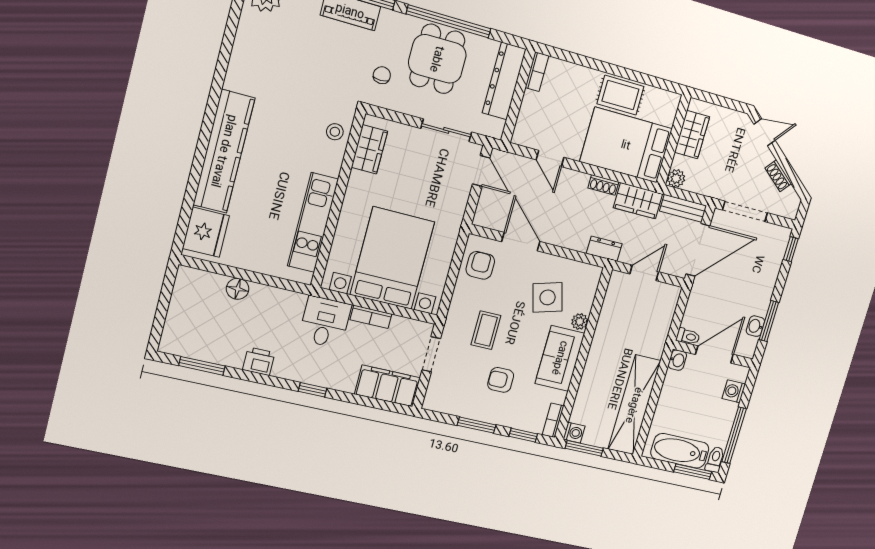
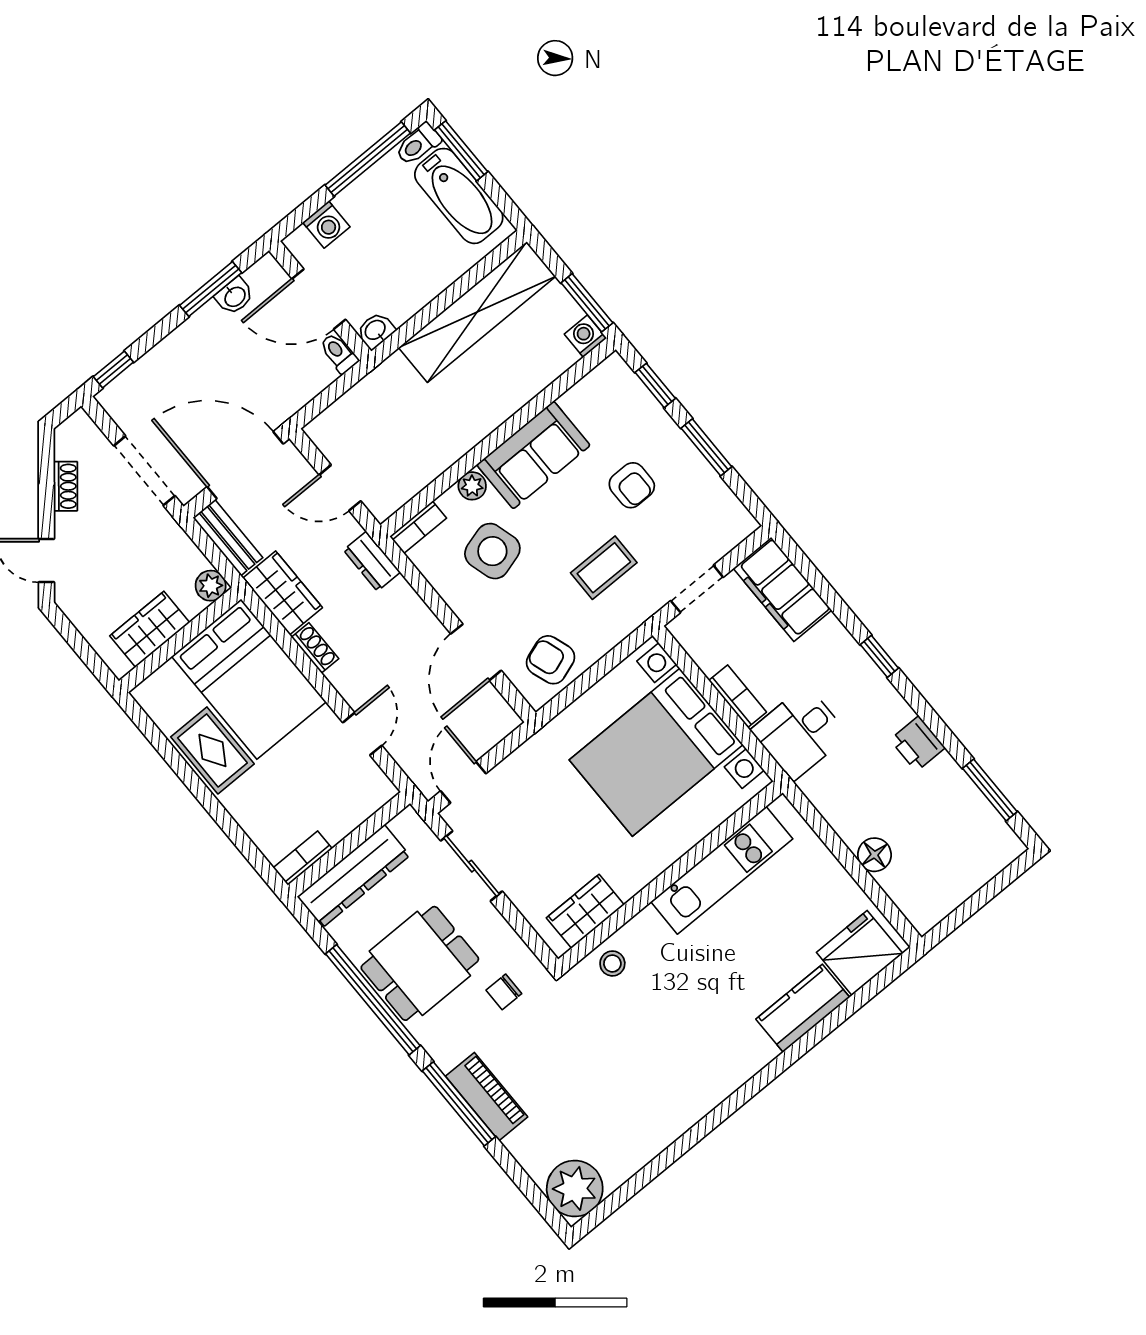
kitchen counter: (224, 151) -> (803, 1008), width x0.48, depth x0.86
armchair: (480, 265) -> (551, 660), turned 71
bookcase: (553, 420) -> (418, 527), moved

